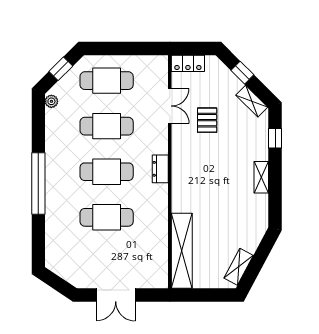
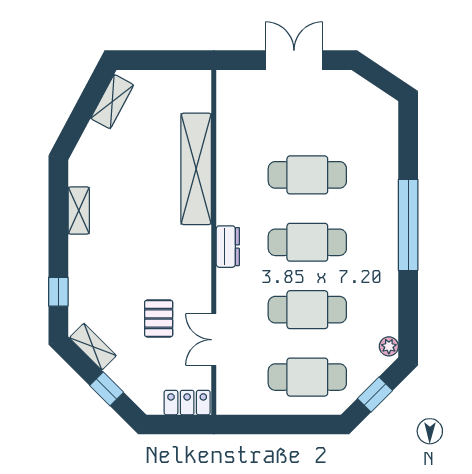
shelving: (261, 177) -> (79, 210), moved
shelving: (182, 251) -> (196, 169), moved

